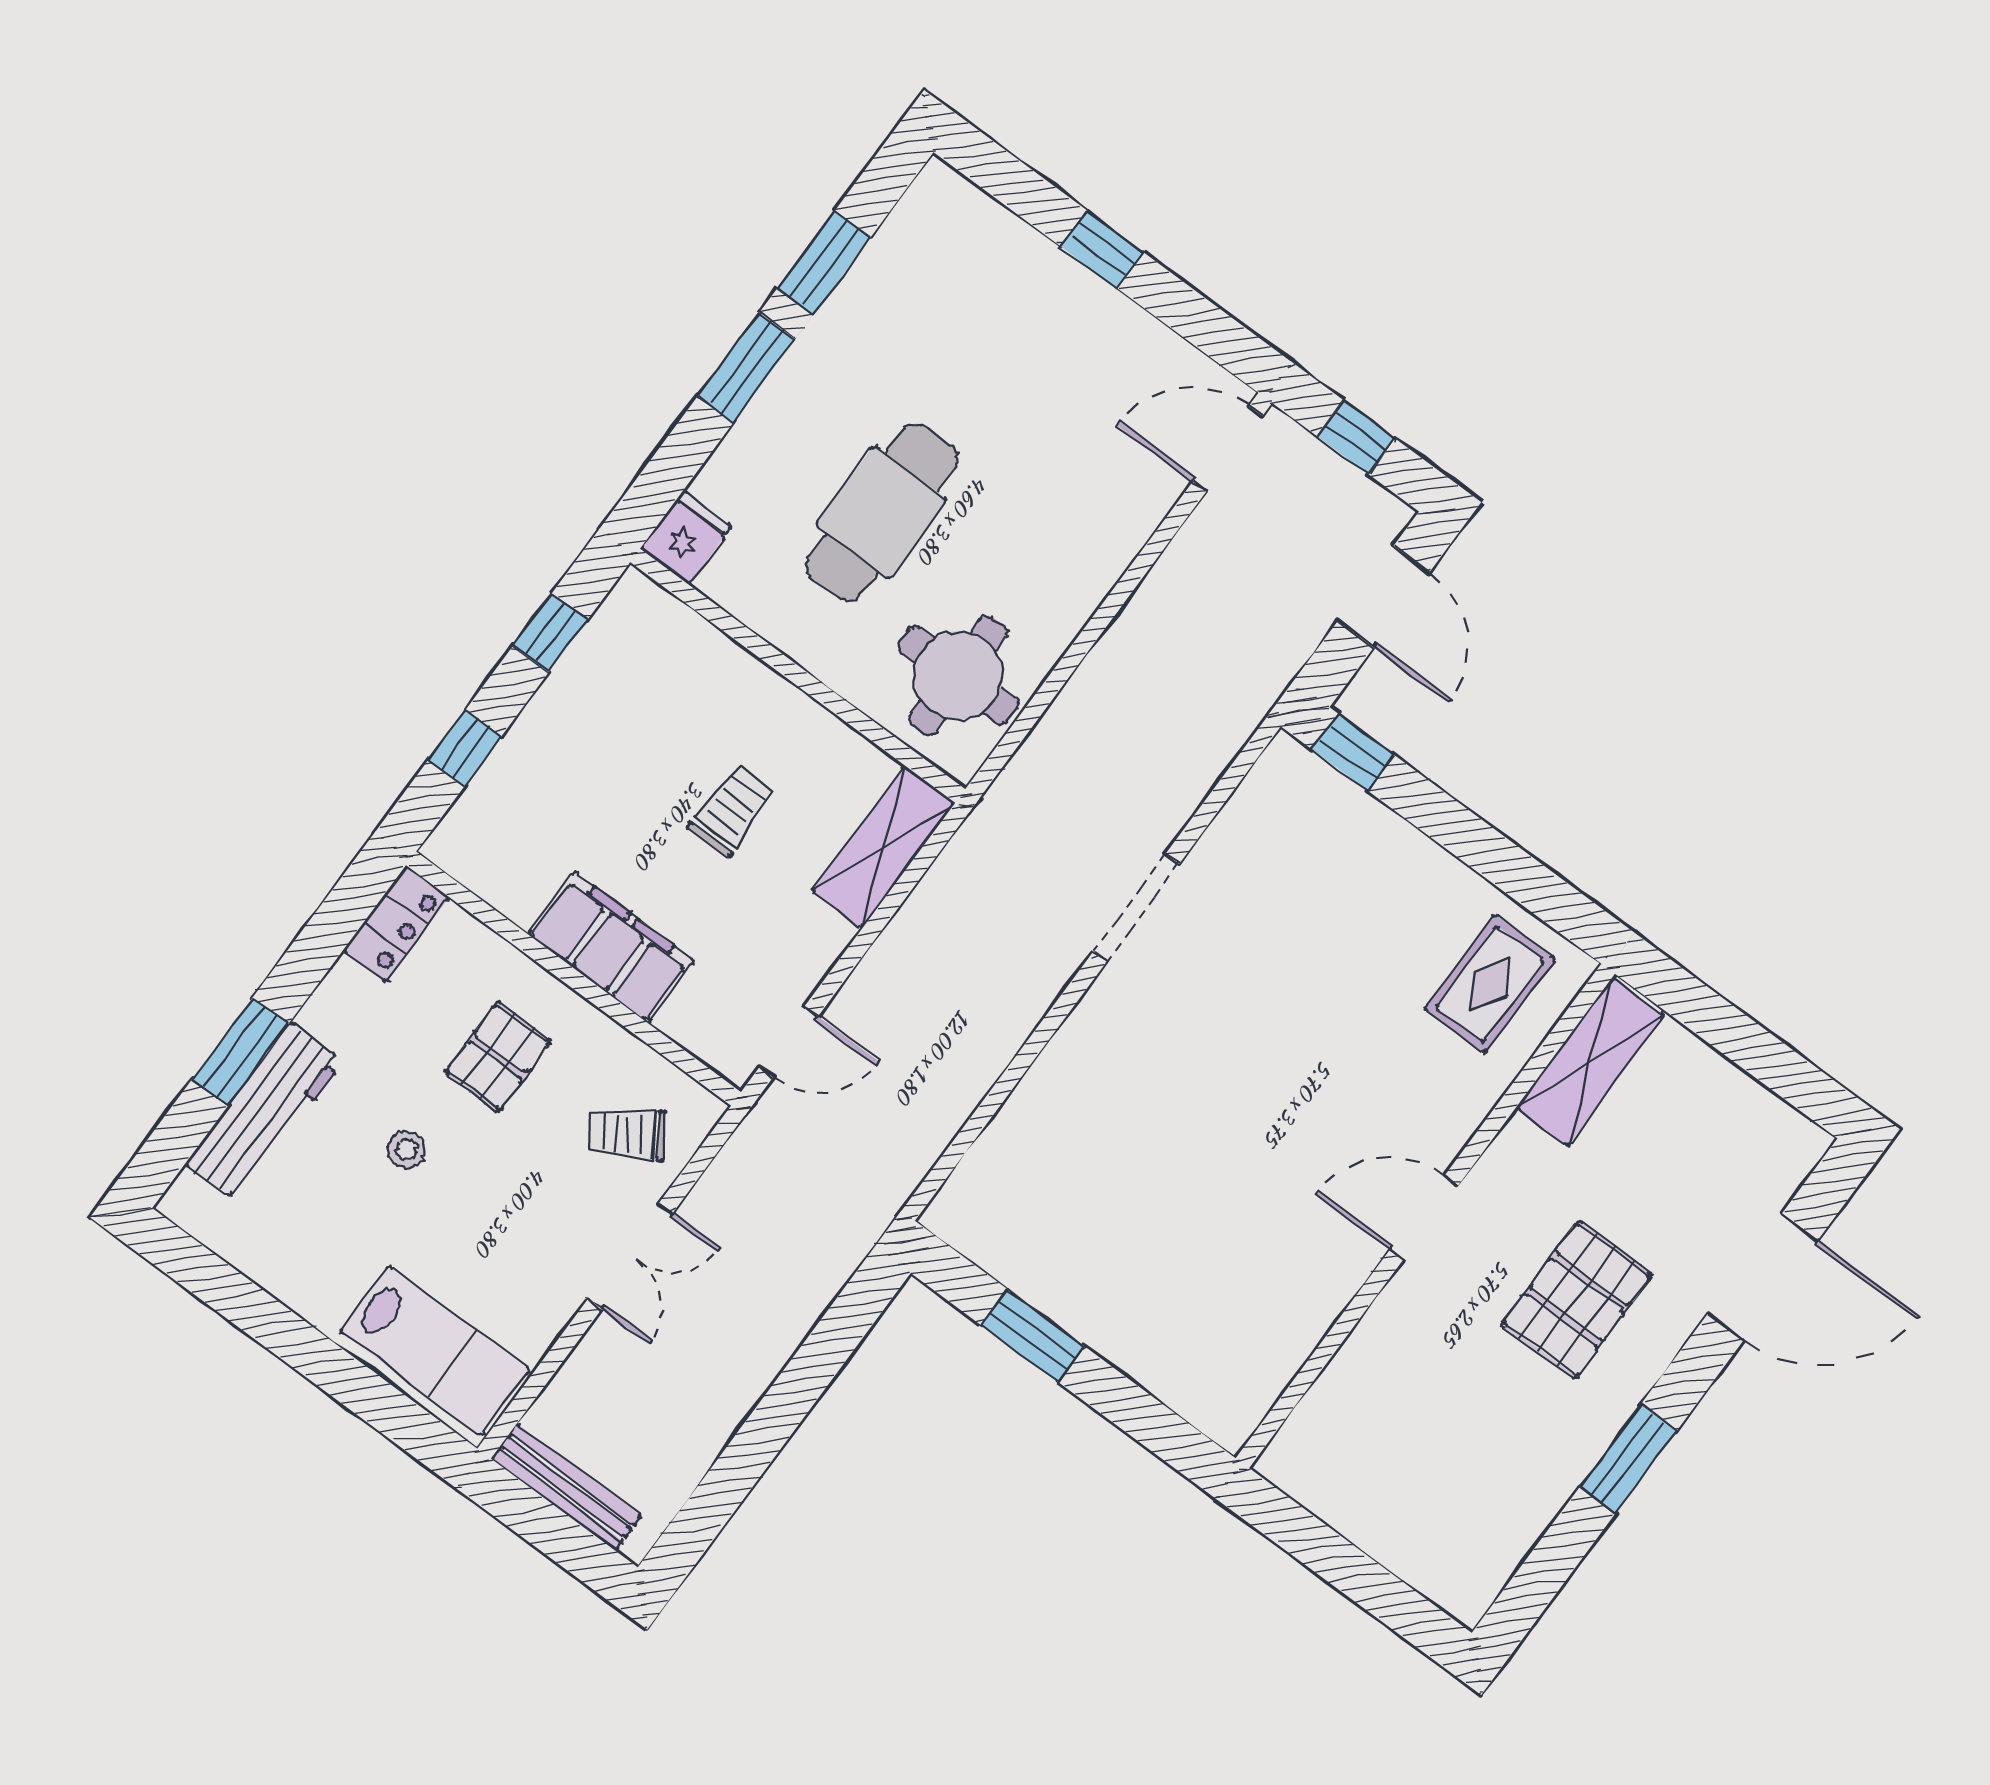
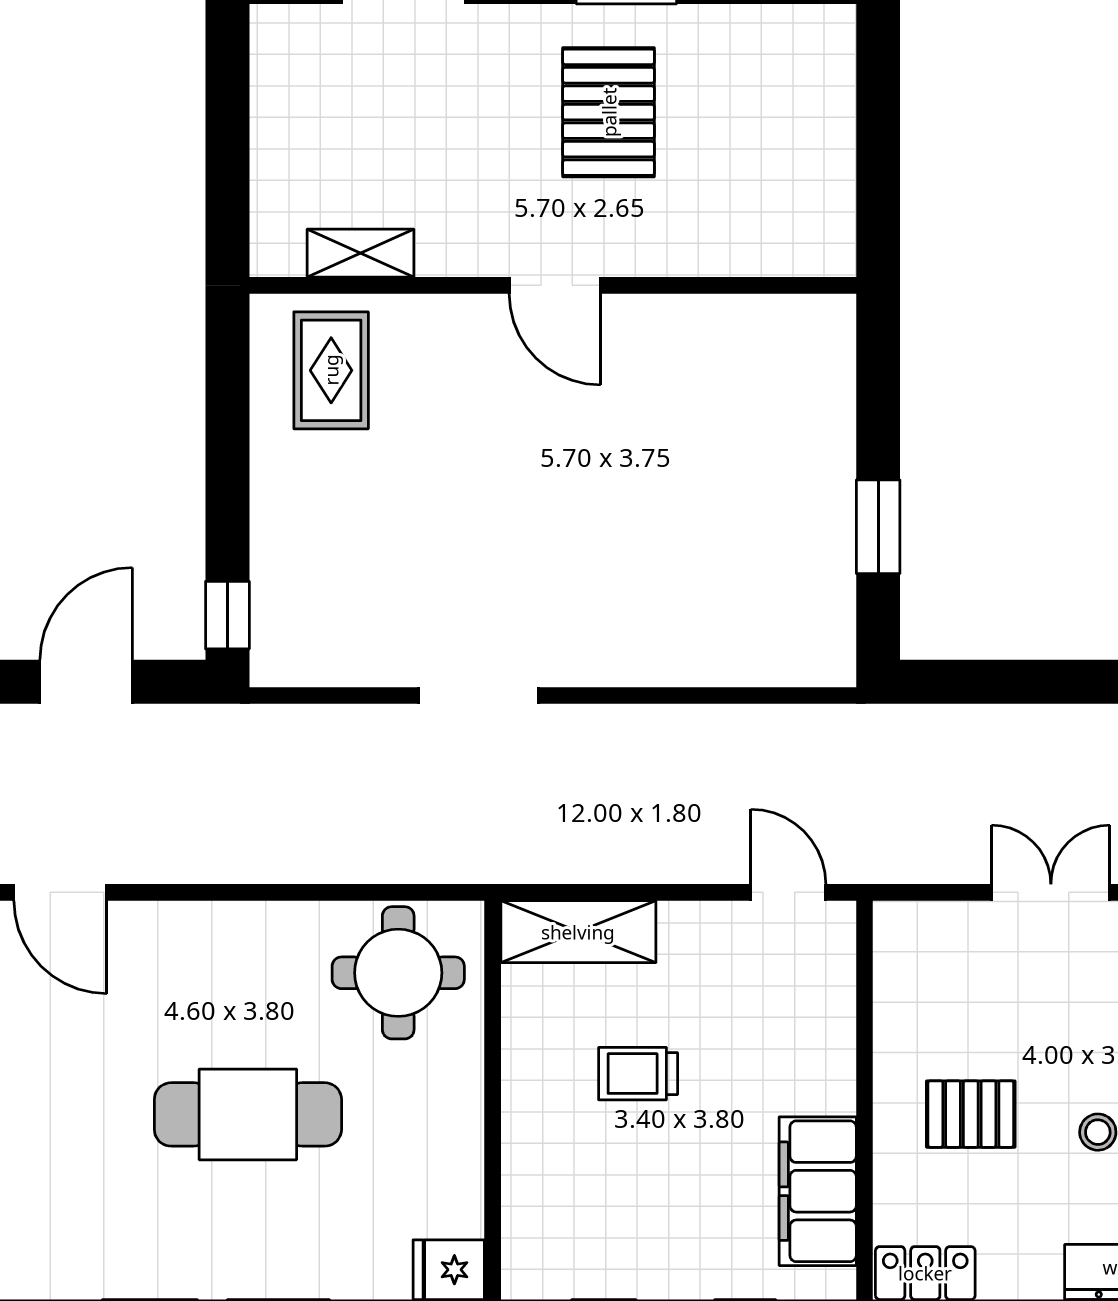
cafe table: (882, 512) -> (248, 1114), moved
filing cabinet: (611, 948) -> (818, 1191), moved
rug: (1490, 984) -> (331, 370), turned 90
shelving: (1590, 1062) -> (360, 253), width x0.67, depth x0.75
trolley: (627, 1134) -> (957, 967), removed
pallet: (1577, 1300) -> (609, 112), moved, turned 90

